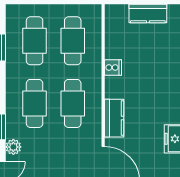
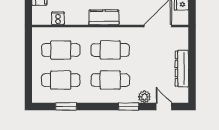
cooker: (113, 68) -> (58, 18), moved
kitchen counter: (114, 118) -> (104, 17), moved

